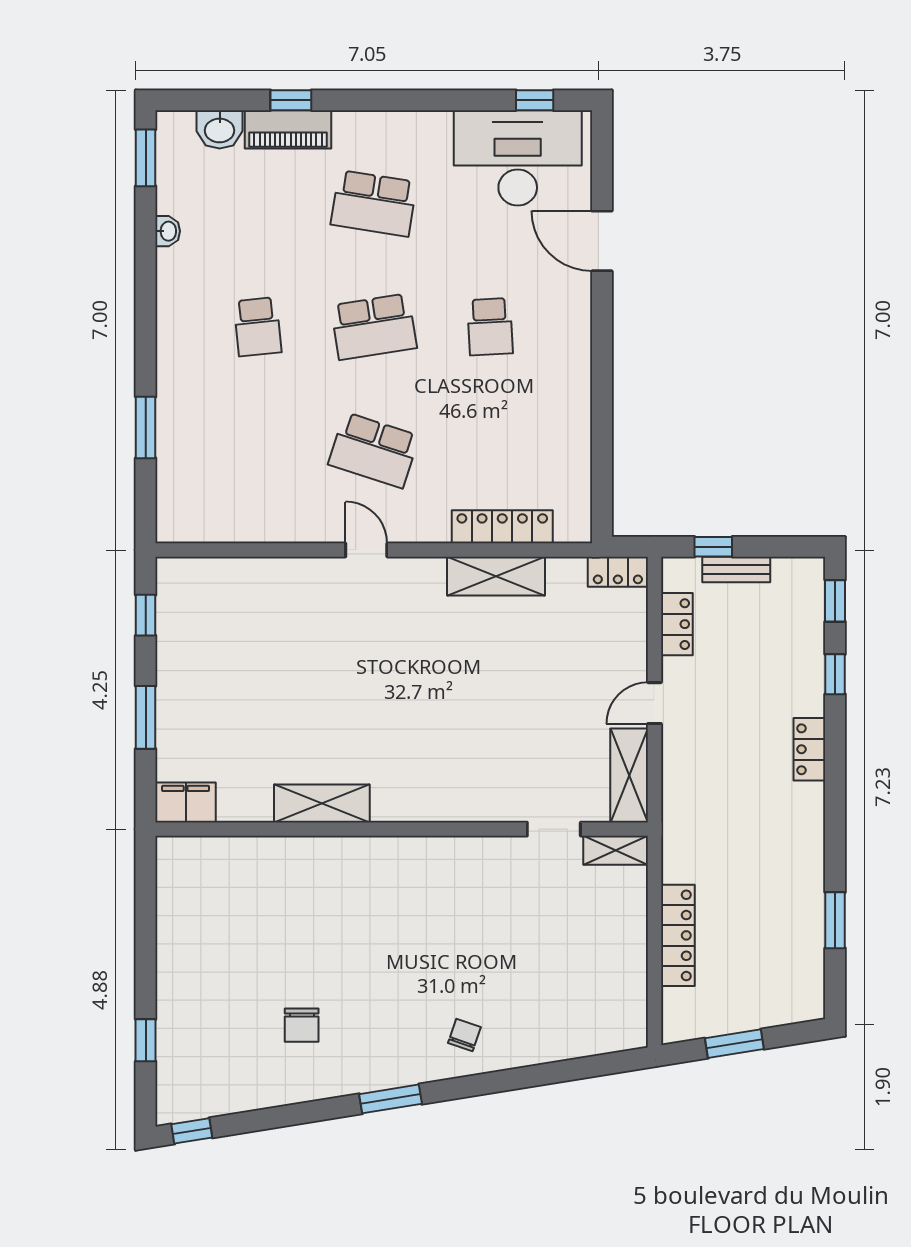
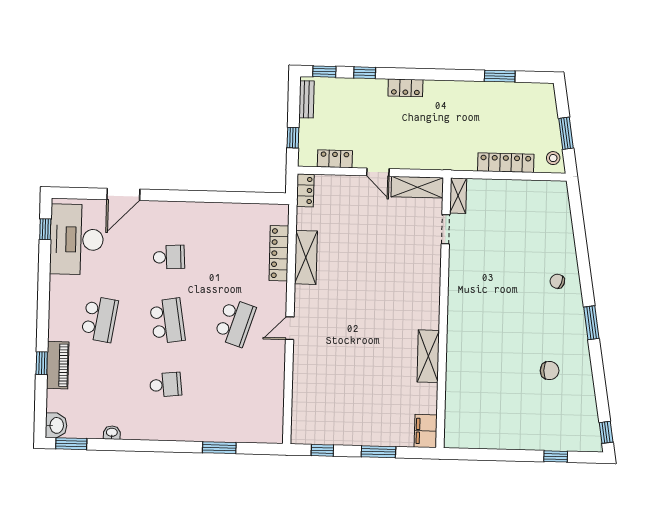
washbasin: (220, 129) -> (56, 425), moved
bench: (736, 570) -> (306, 99), moved
stool: (689, 1022) -> (553, 158), added

